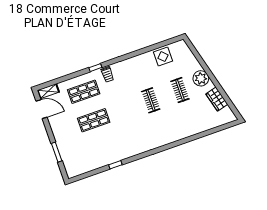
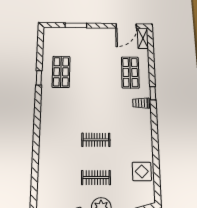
shop shelf: (94, 120) -> (61, 72), moved

